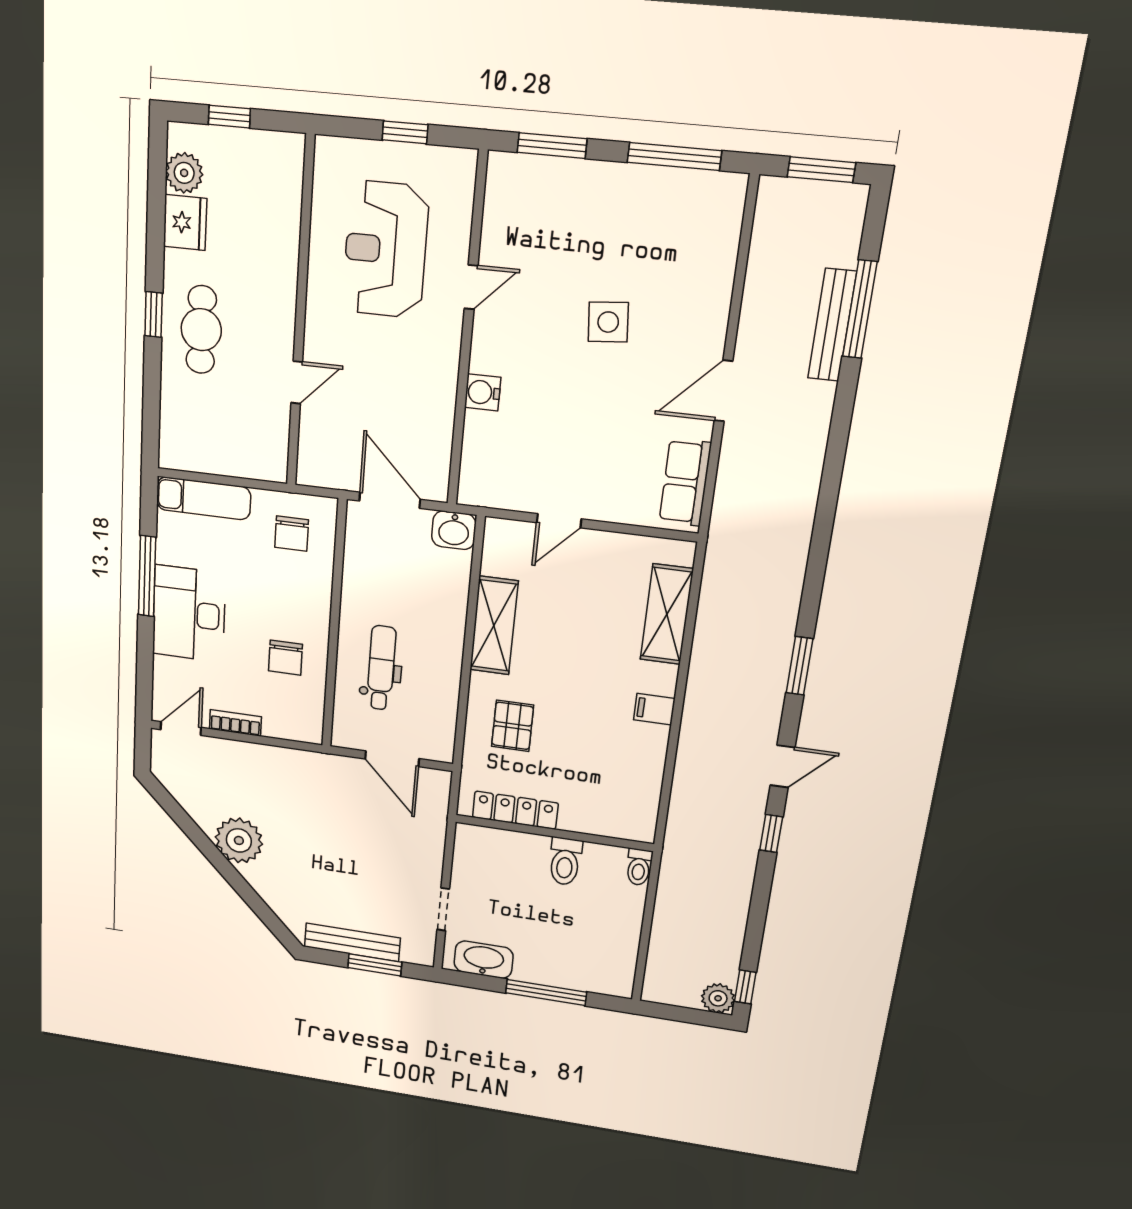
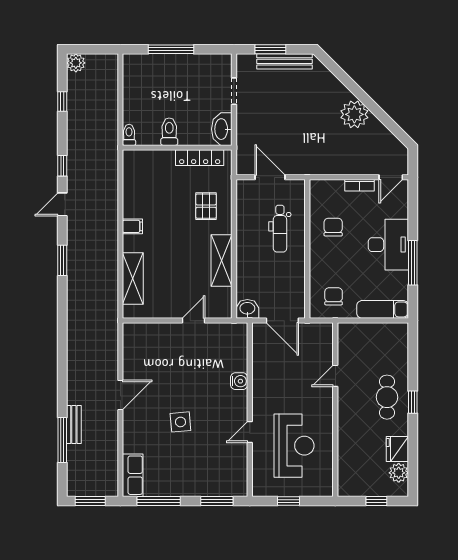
bench: (832, 325) -> (74, 424), width x0.73
row of seats: (685, 482) -> (133, 475), moved
washbasin: (484, 960) -> (222, 129), moved, turned 90
window: (745, 987) -> (62, 102), moved

